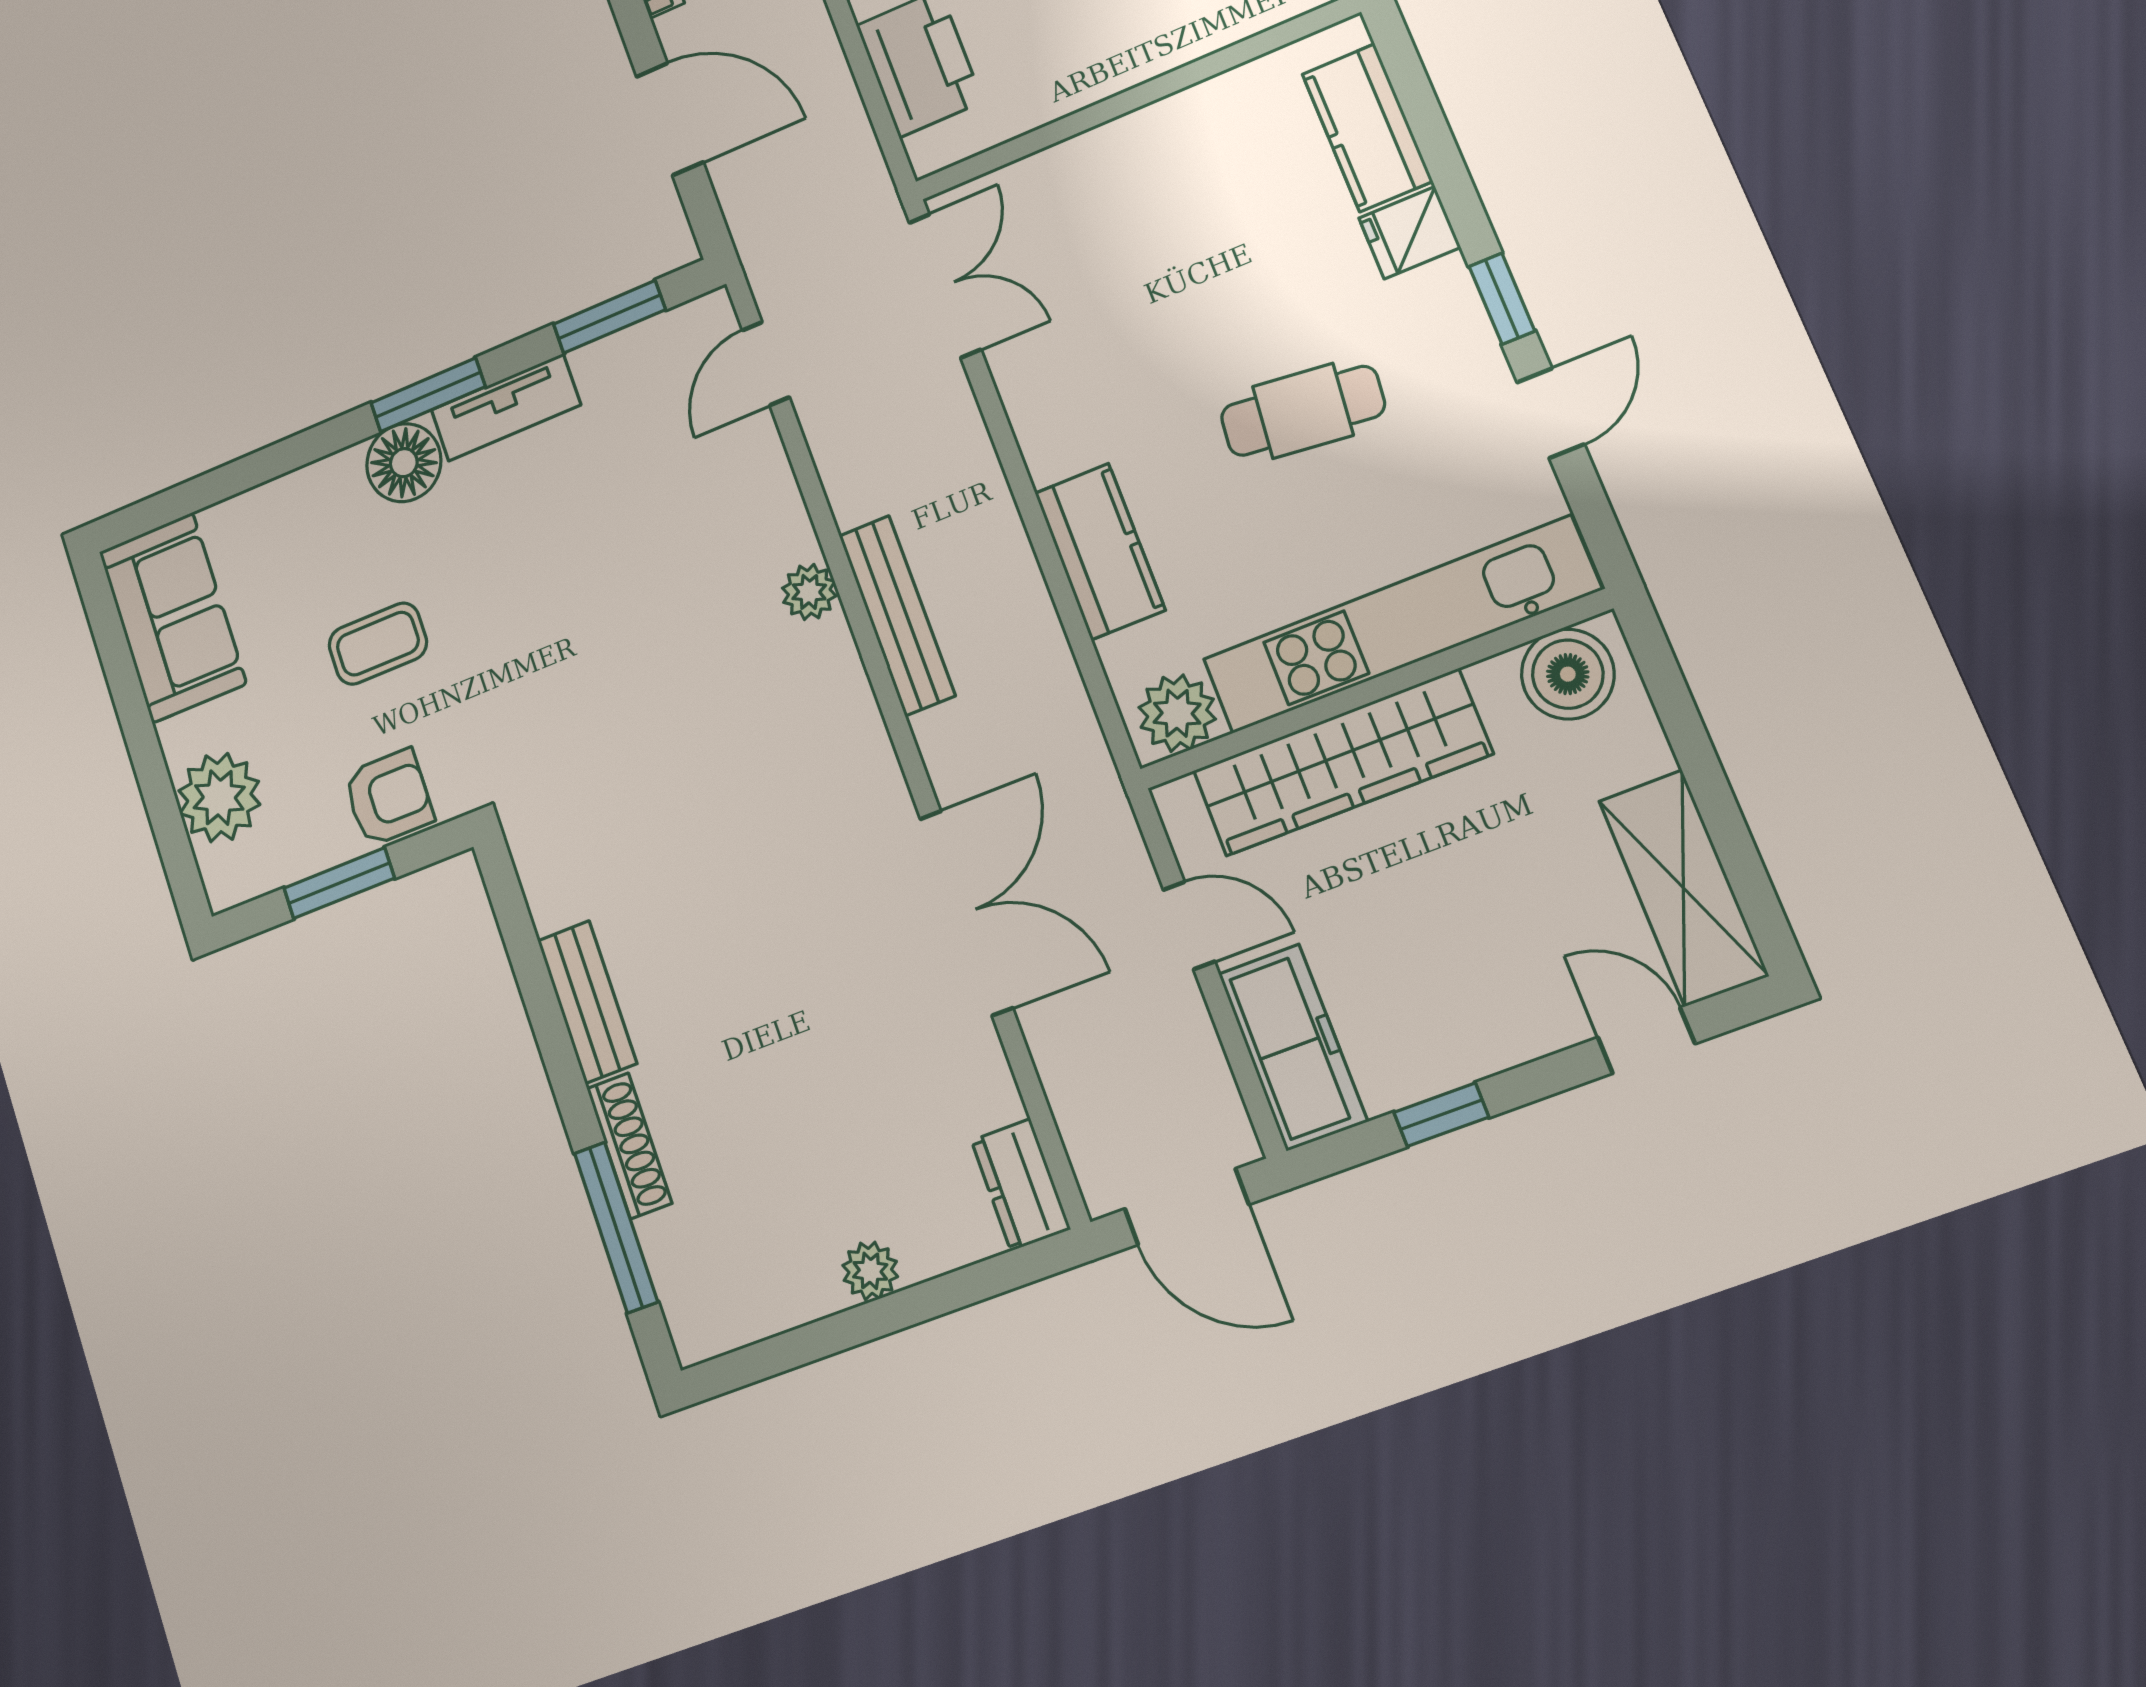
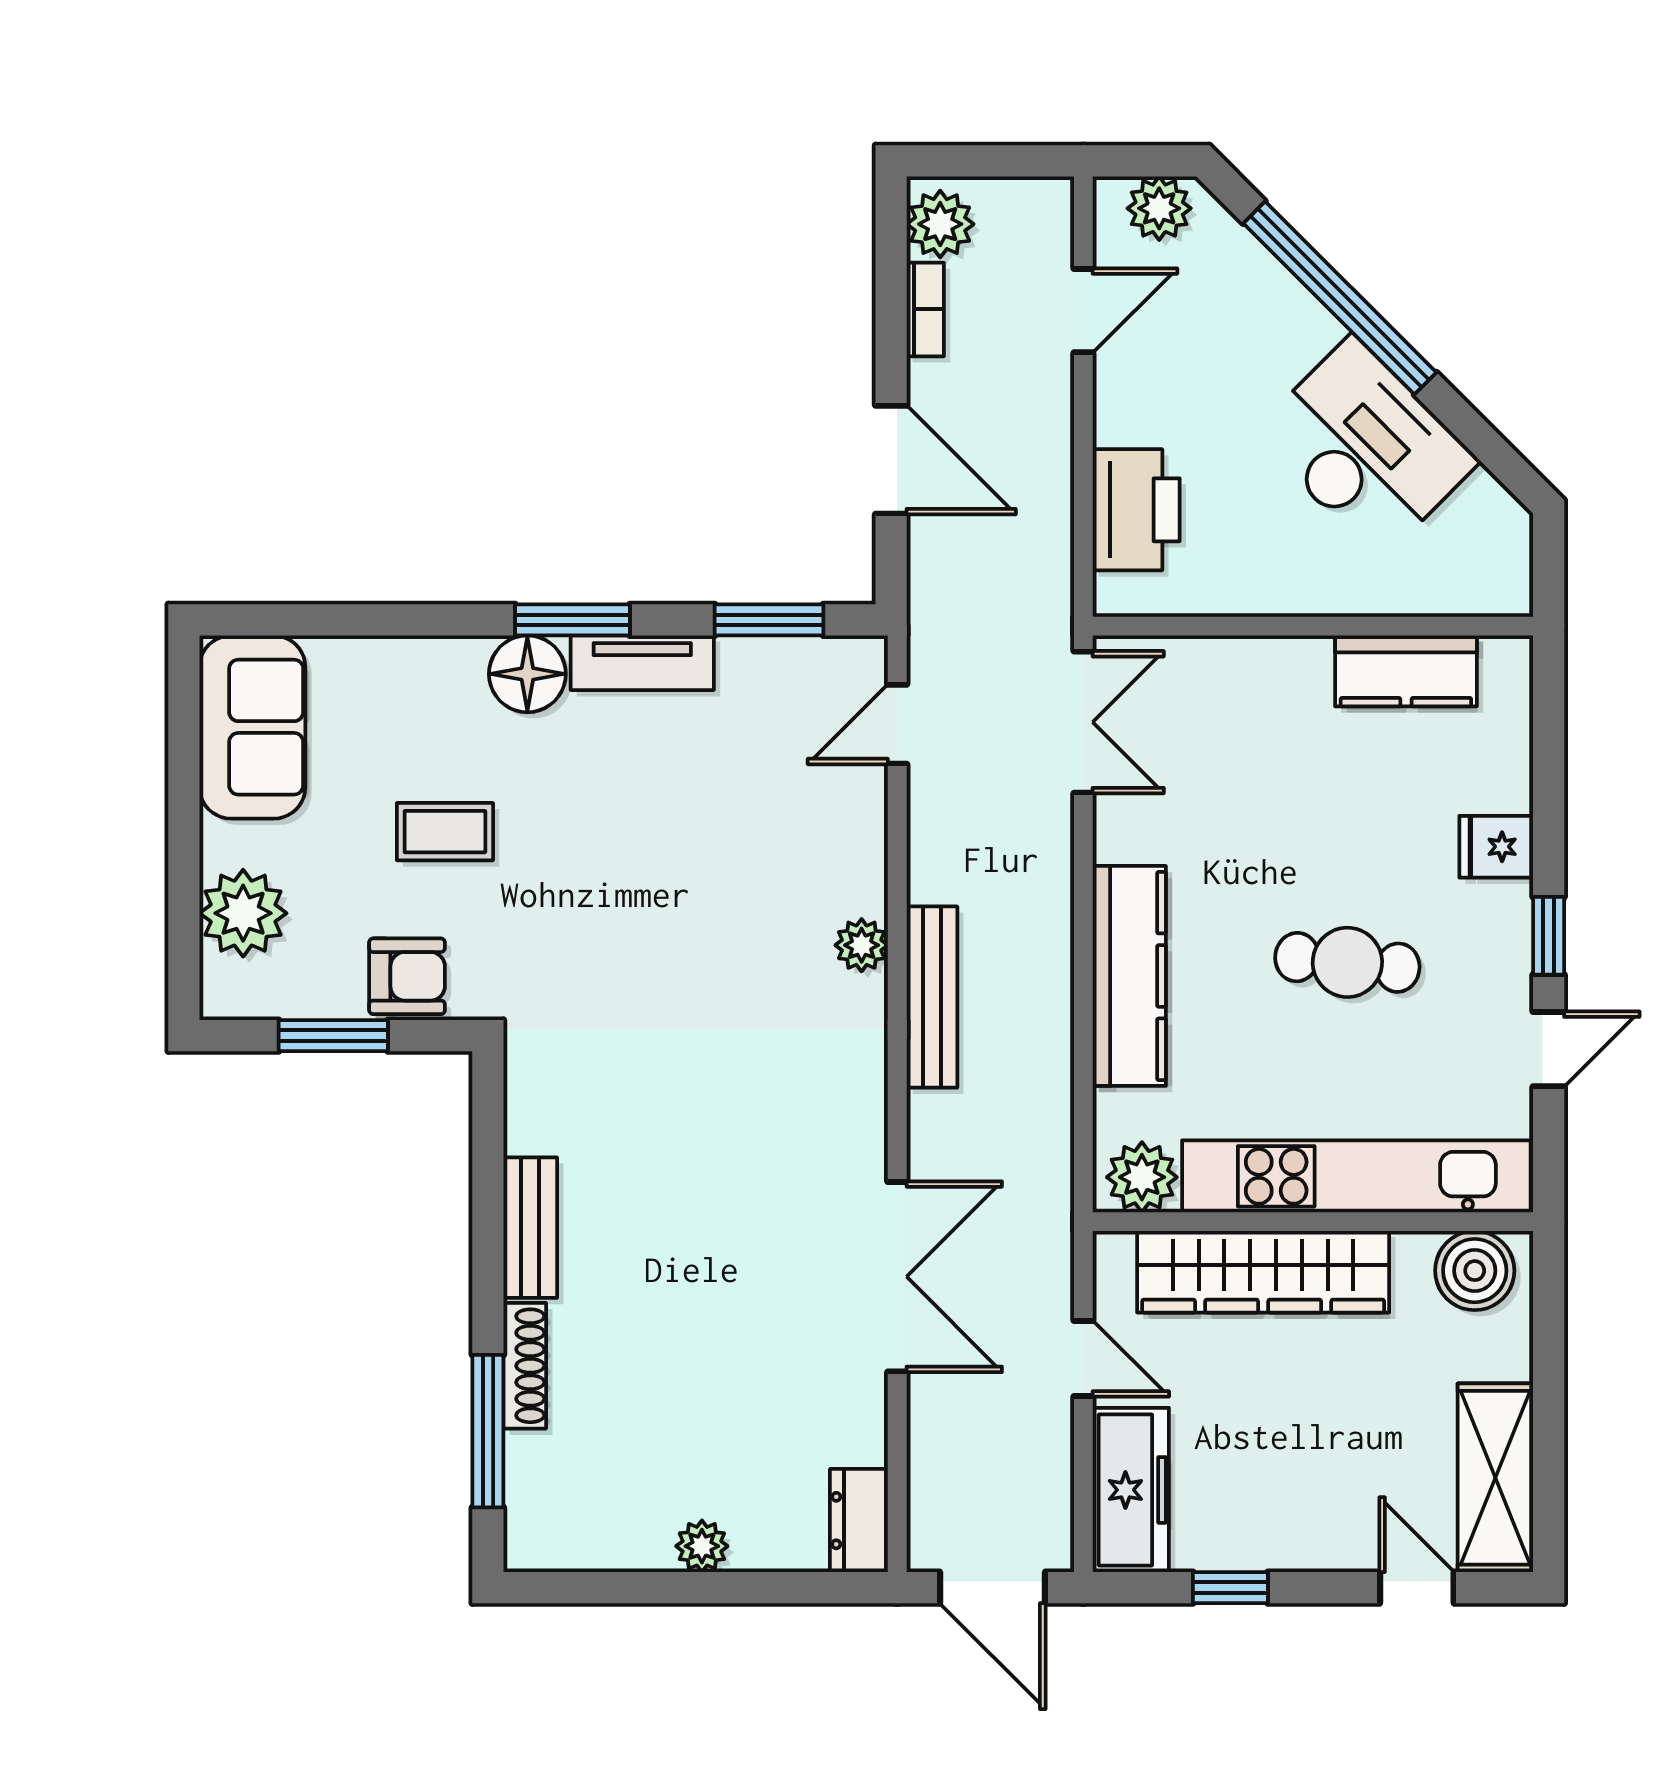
kitchen counter: (1367, 128) -> (1406, 671), moved, turned -90
kitchen counter: (1100, 551) -> (1129, 976), width x1.50

